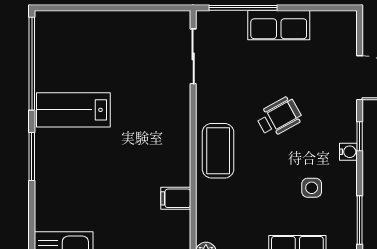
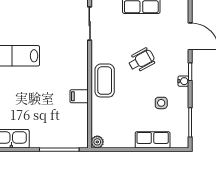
filing cabinet: (176, 198) -> (79, 96), moved

